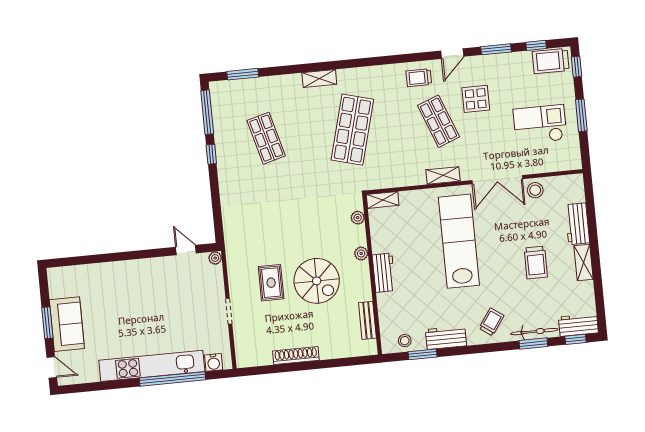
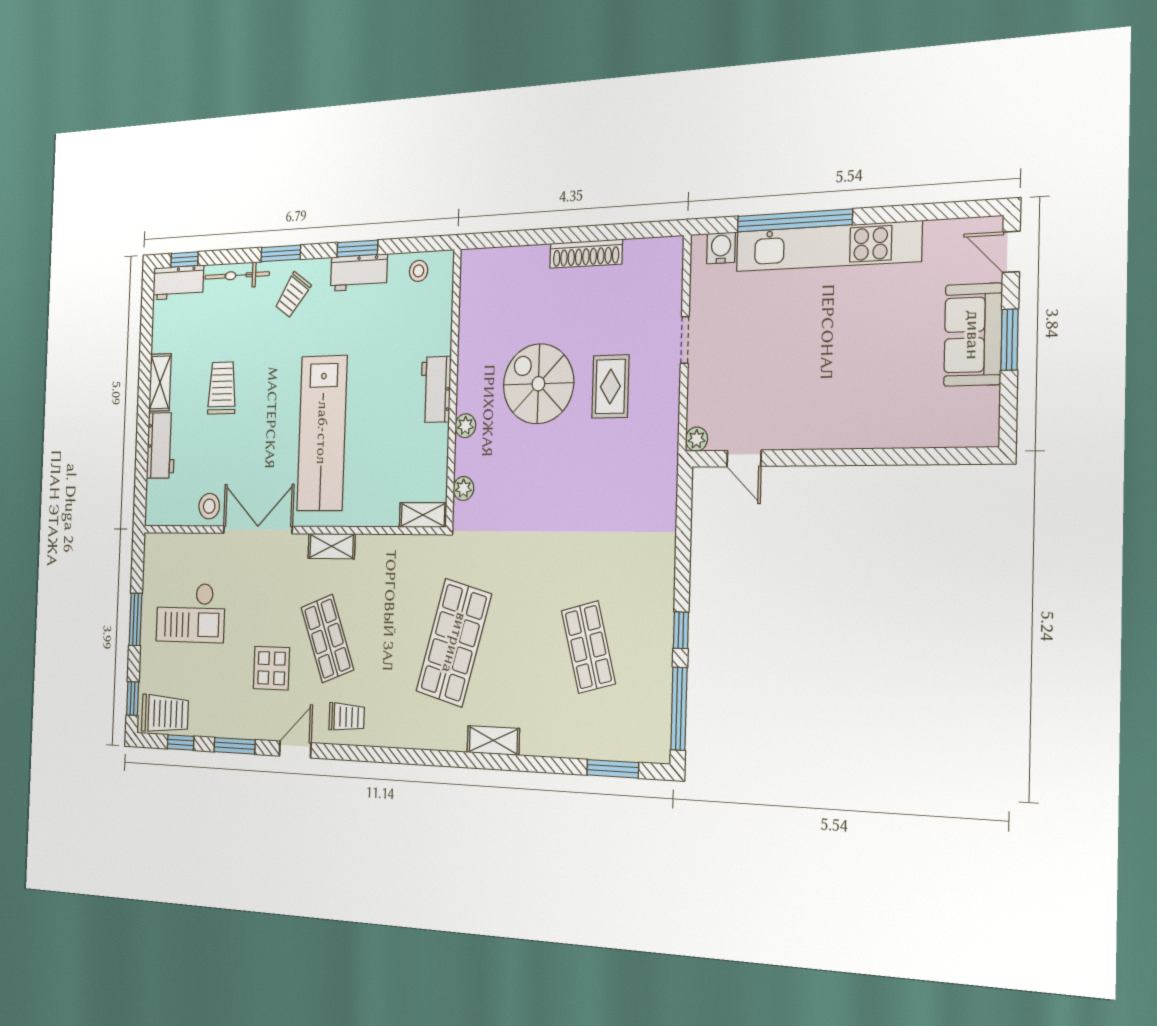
bench: (367, 320) -> (469, 309), removed
window: (533, 344) -> (281, 253), moved
window: (423, 354) -> (357, 248), moved

